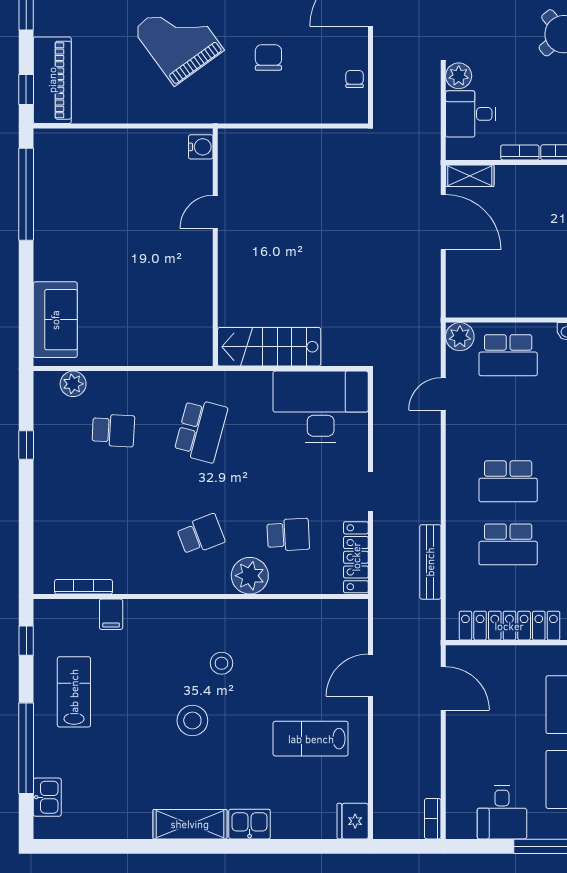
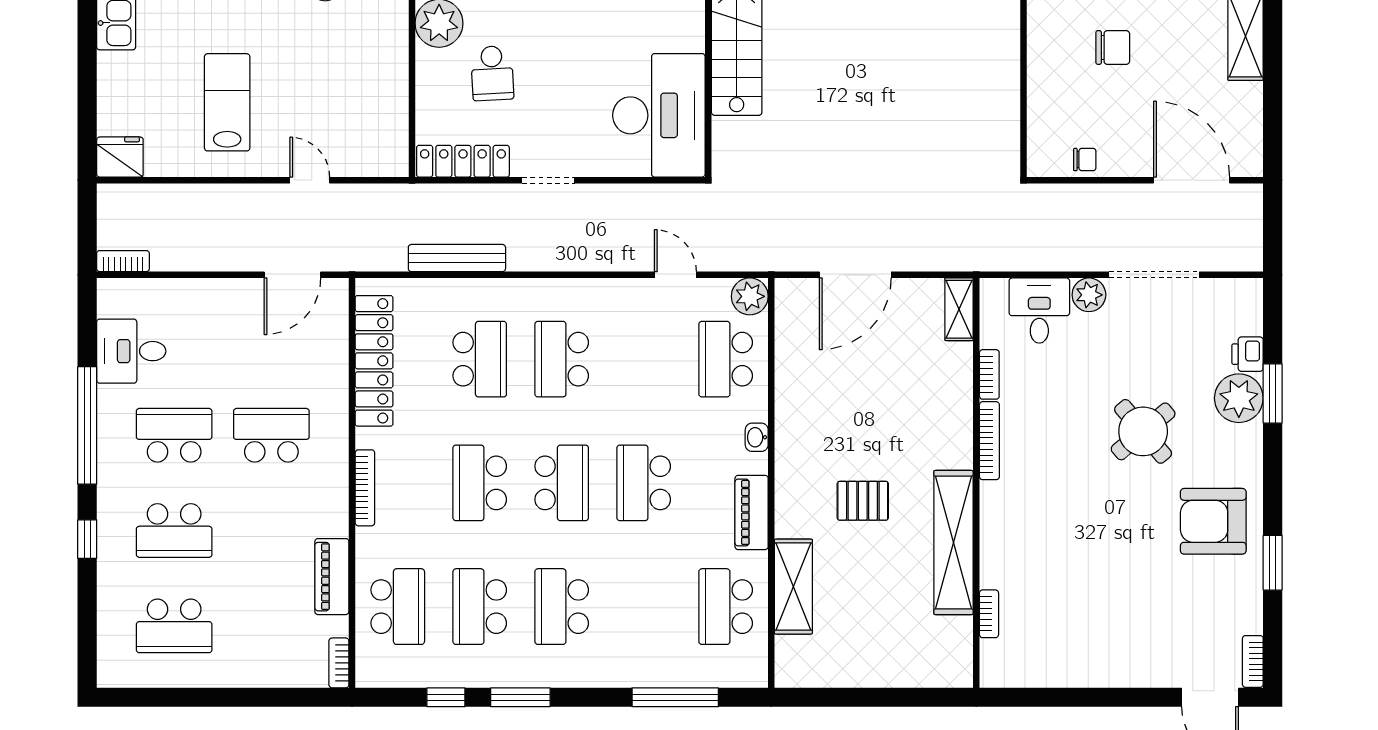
door: (443, 222) -> (855, 275), moved
school desk: (508, 544) -> (480, 359), turned 180
door: (370, 675) -> (310, 180), width x0.73

